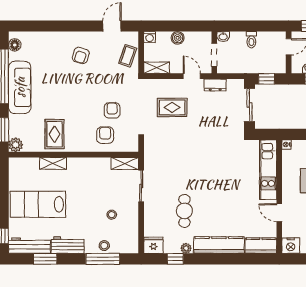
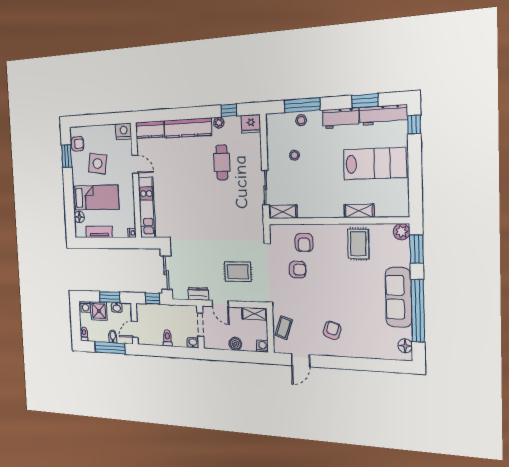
armchair: (112, 110) -> (298, 270), turned -90

